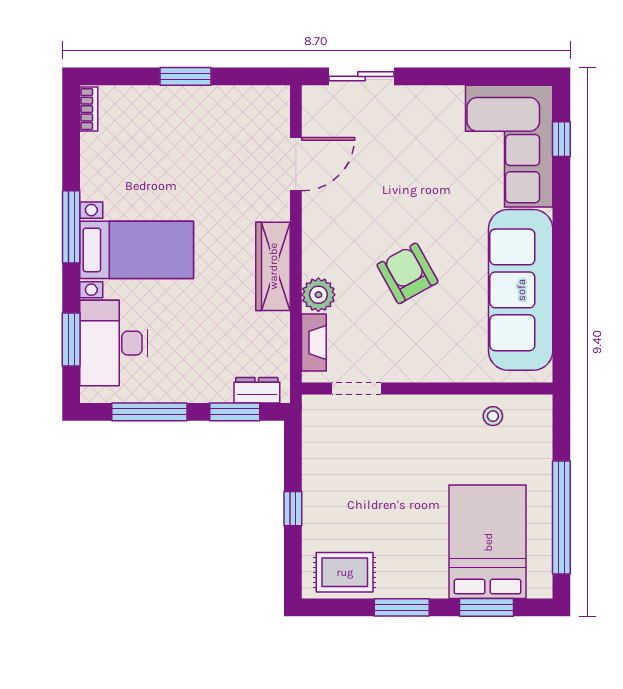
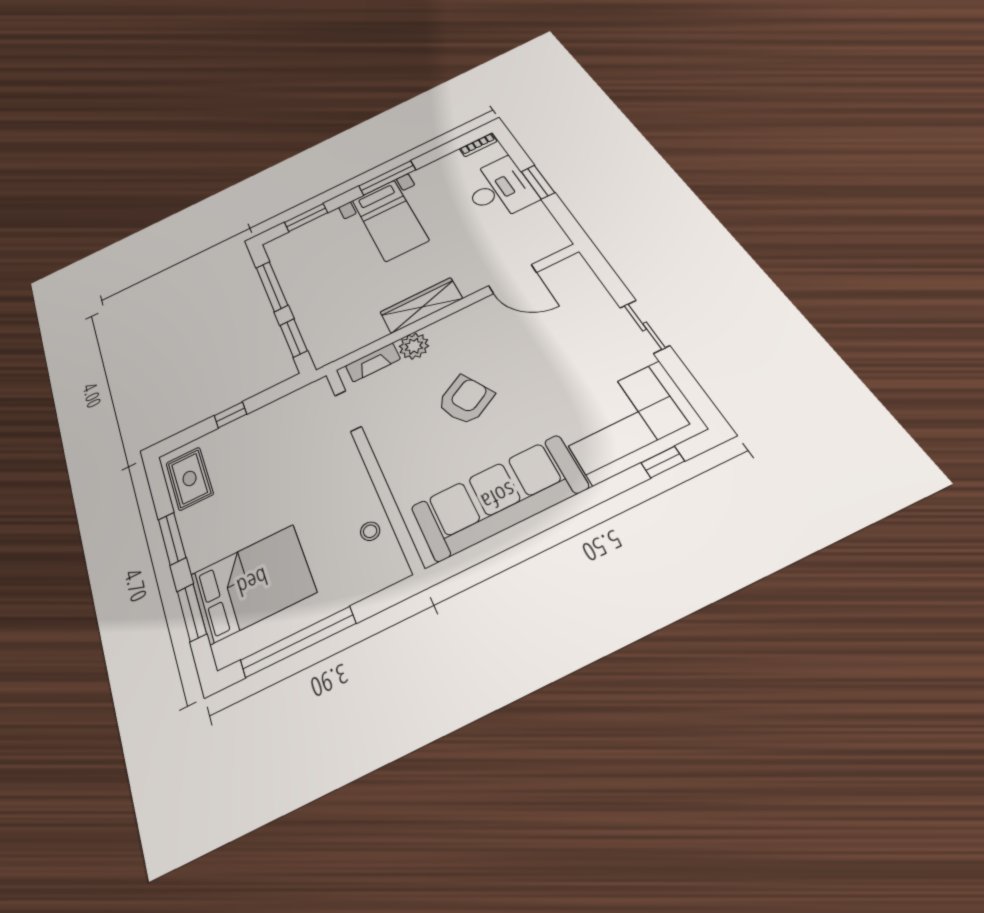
sliding door: (361, 76) -> (645, 326), moved
desk: (114, 343) -> (499, 189), moved, turned 90
dresser: (257, 390) -> (317, 344), removed

